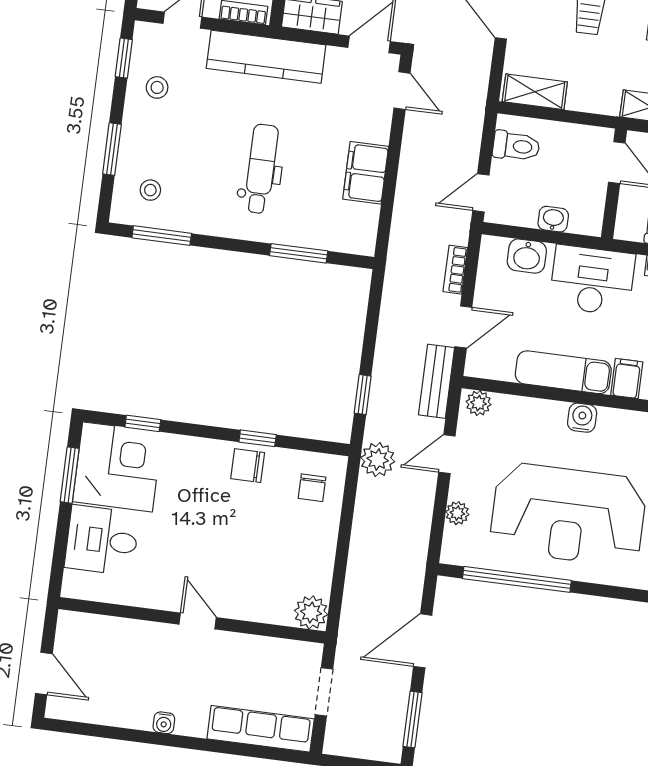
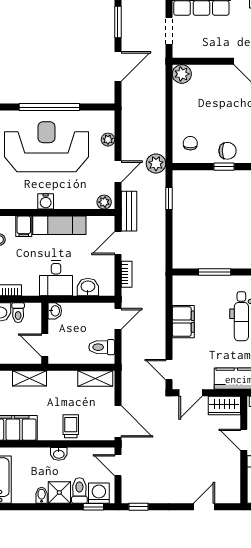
washbasin: (553, 219) -> (55, 311), moved, turned -90
desk: (592, 280) -> (56, 278), width x0.73
window: (517, 579) -> (49, 107), moved

